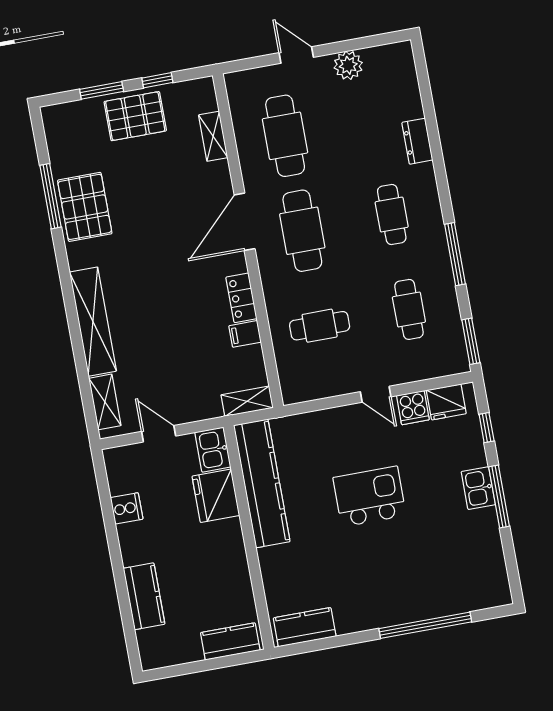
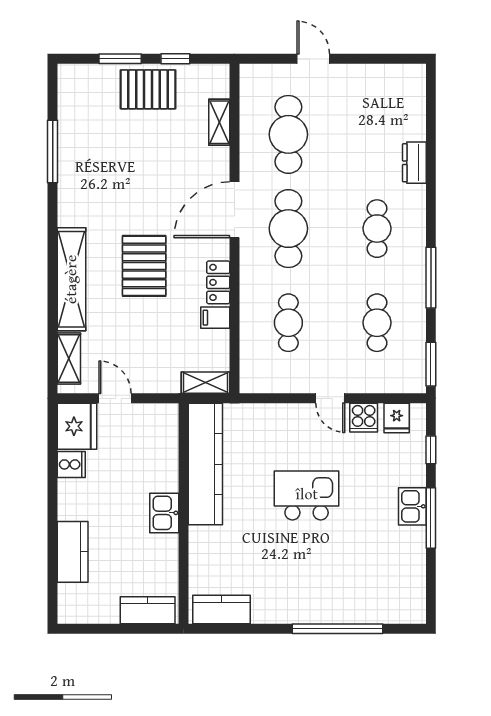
plant: (348, 65) -> (361, 78), removed
pallet: (85, 207) -> (144, 266), moved
cafe table: (320, 326) -> (288, 323), turned 90
fridge: (446, 402) -> (397, 418), width x0.72
kitchen sink: (213, 450) -> (164, 513), moved
fridge: (216, 496) -> (77, 426), moved, turned 180

